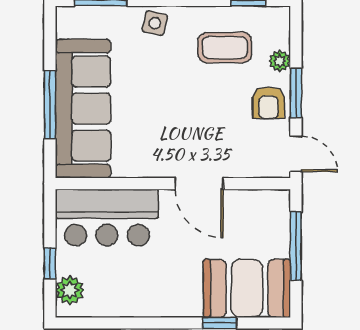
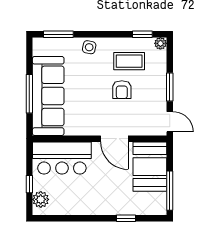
plant: (280, 61) -> (160, 43), moved
armchair: (268, 103) -> (122, 90), moved
window: (296, 246) -> (170, 191), moved
booth: (247, 288) -> (150, 167), moved, turned 90

